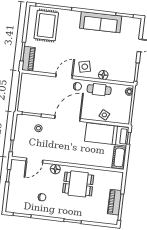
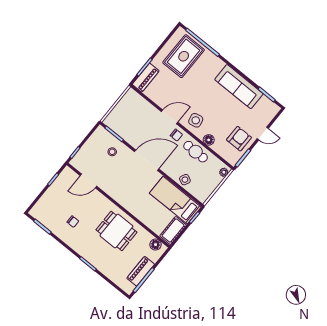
armchair: (125, 60) -> (239, 139), added
floor lamp: (55, 169) -> (156, 245), moved

